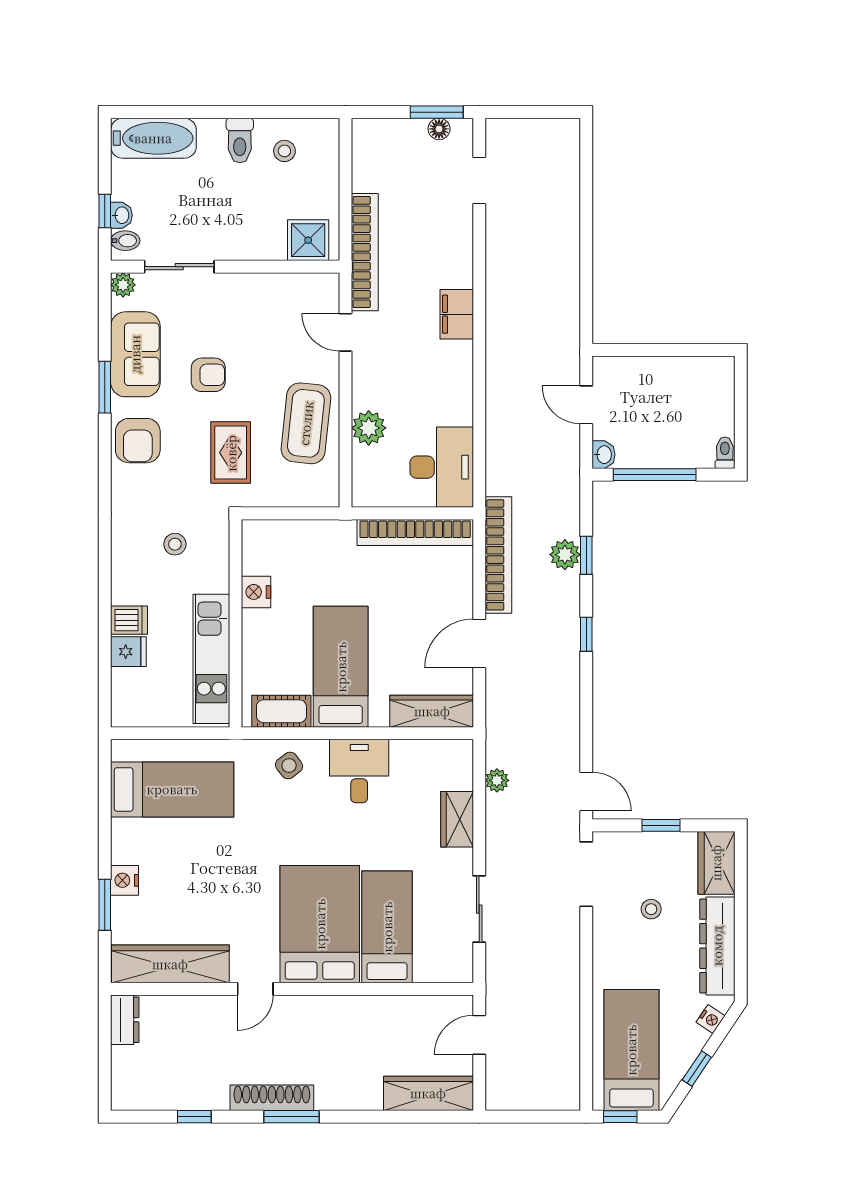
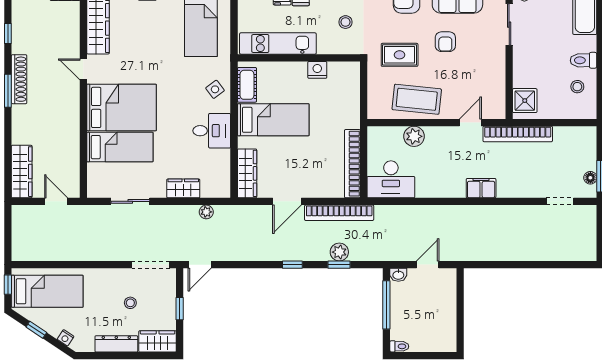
door: (479, 643) -> (287, 201), swing flipped
dresser: (717, 946) -> (116, 344), width x0.73, depth x0.80

